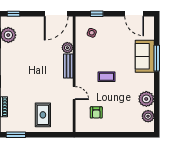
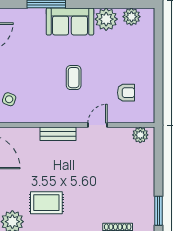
plant: (67, 48) -> (140, 135), moved
sofa: (145, 56) -> (70, 21), moved
rug: (43, 115) -> (46, 203), moved

